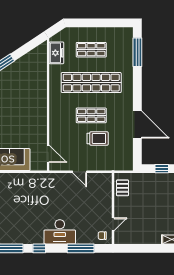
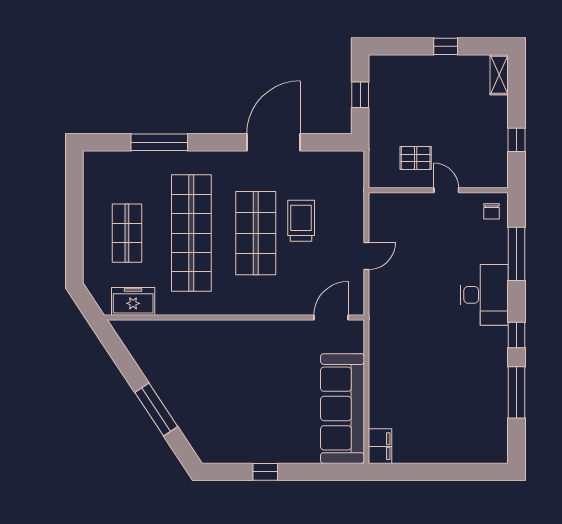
window: (137, 52) -> (159, 142), moved
shop shelf: (91, 115) -> (256, 233), width x1.43, depth x1.36
pallet: (123, 188) -> (416, 158), moved
door: (113, 224) -> (446, 190), moved
window: (139, 248) -> (517, 140), added

